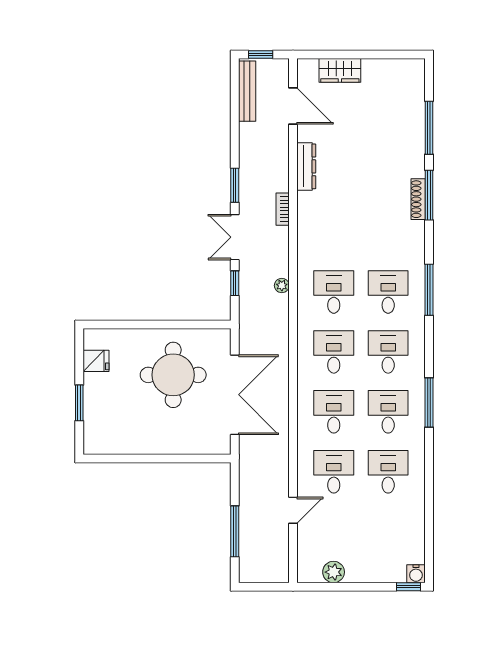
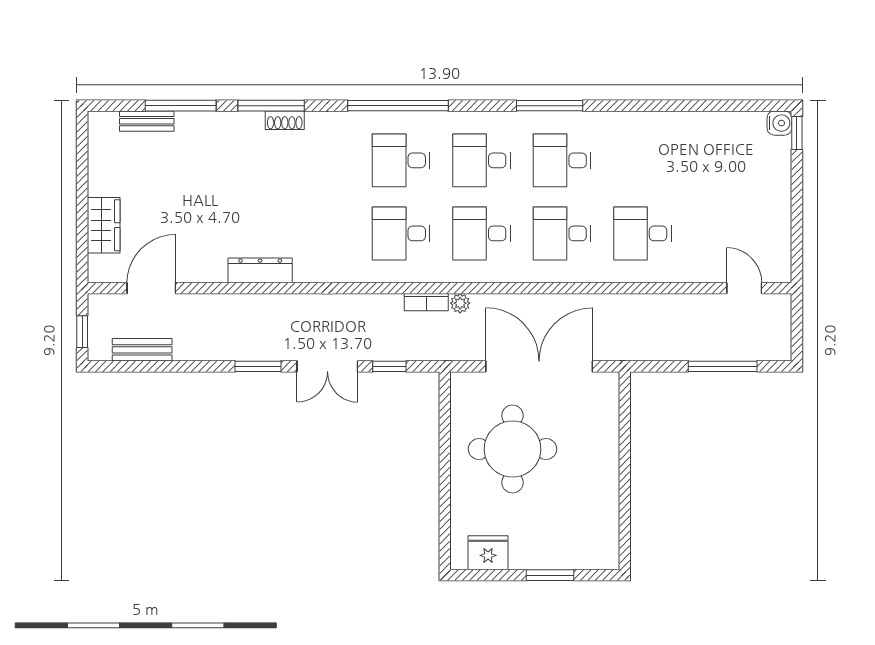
bench: (247, 91) -> (142, 350), width x0.73
bench: (417, 102) -> (147, 121), added
dresser: (306, 166) -> (260, 270), moved
shoe rack: (418, 199) -> (285, 120), width x0.70
bookcase: (283, 209) -> (426, 302), moved
plant: (282, 286) -> (460, 303), moved
window: (429, 290) -> (398, 106), width x1.46
fridge: (96, 361) -> (488, 553), width x1.38
desk: (388, 472) -> (643, 160), removed
door: (293, 510) -> (744, 288), moved
plant: (334, 572) -> (777, 234), removed

